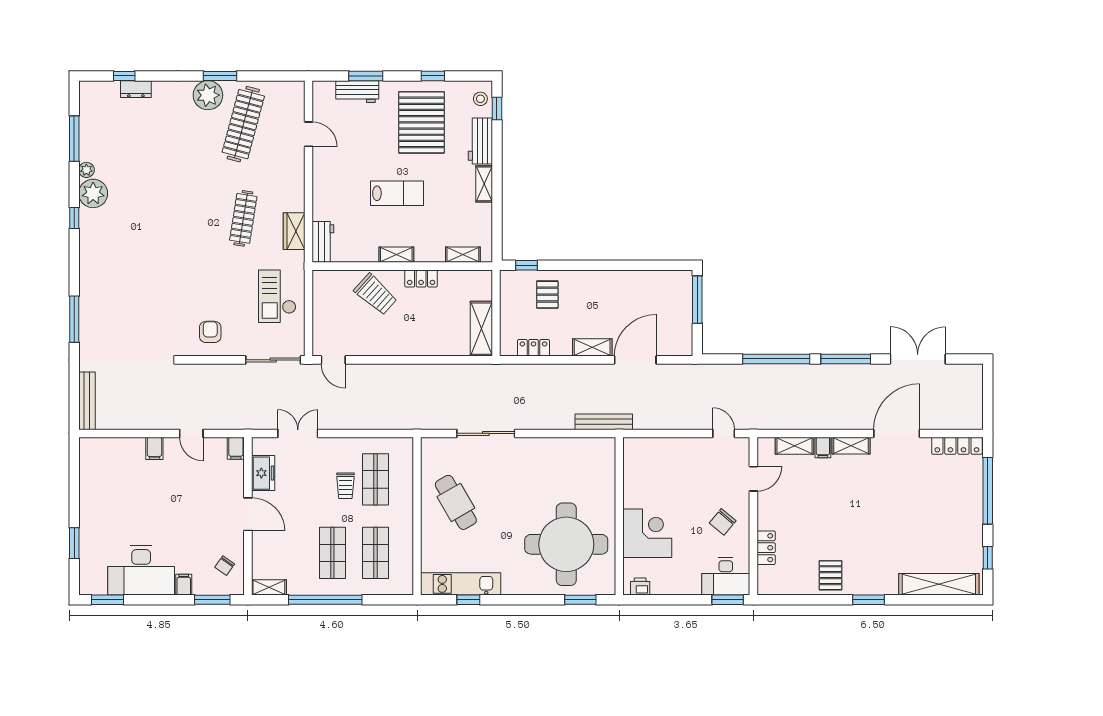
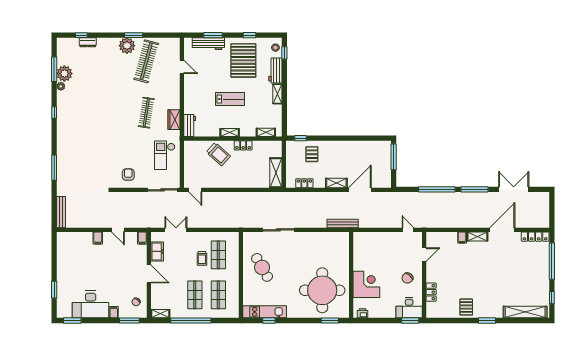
workbench: (357, 92) -> (208, 44), width x1.38
plant: (93, 193) -> (64, 73), moved
shelving: (794, 446) -> (447, 237), removed

